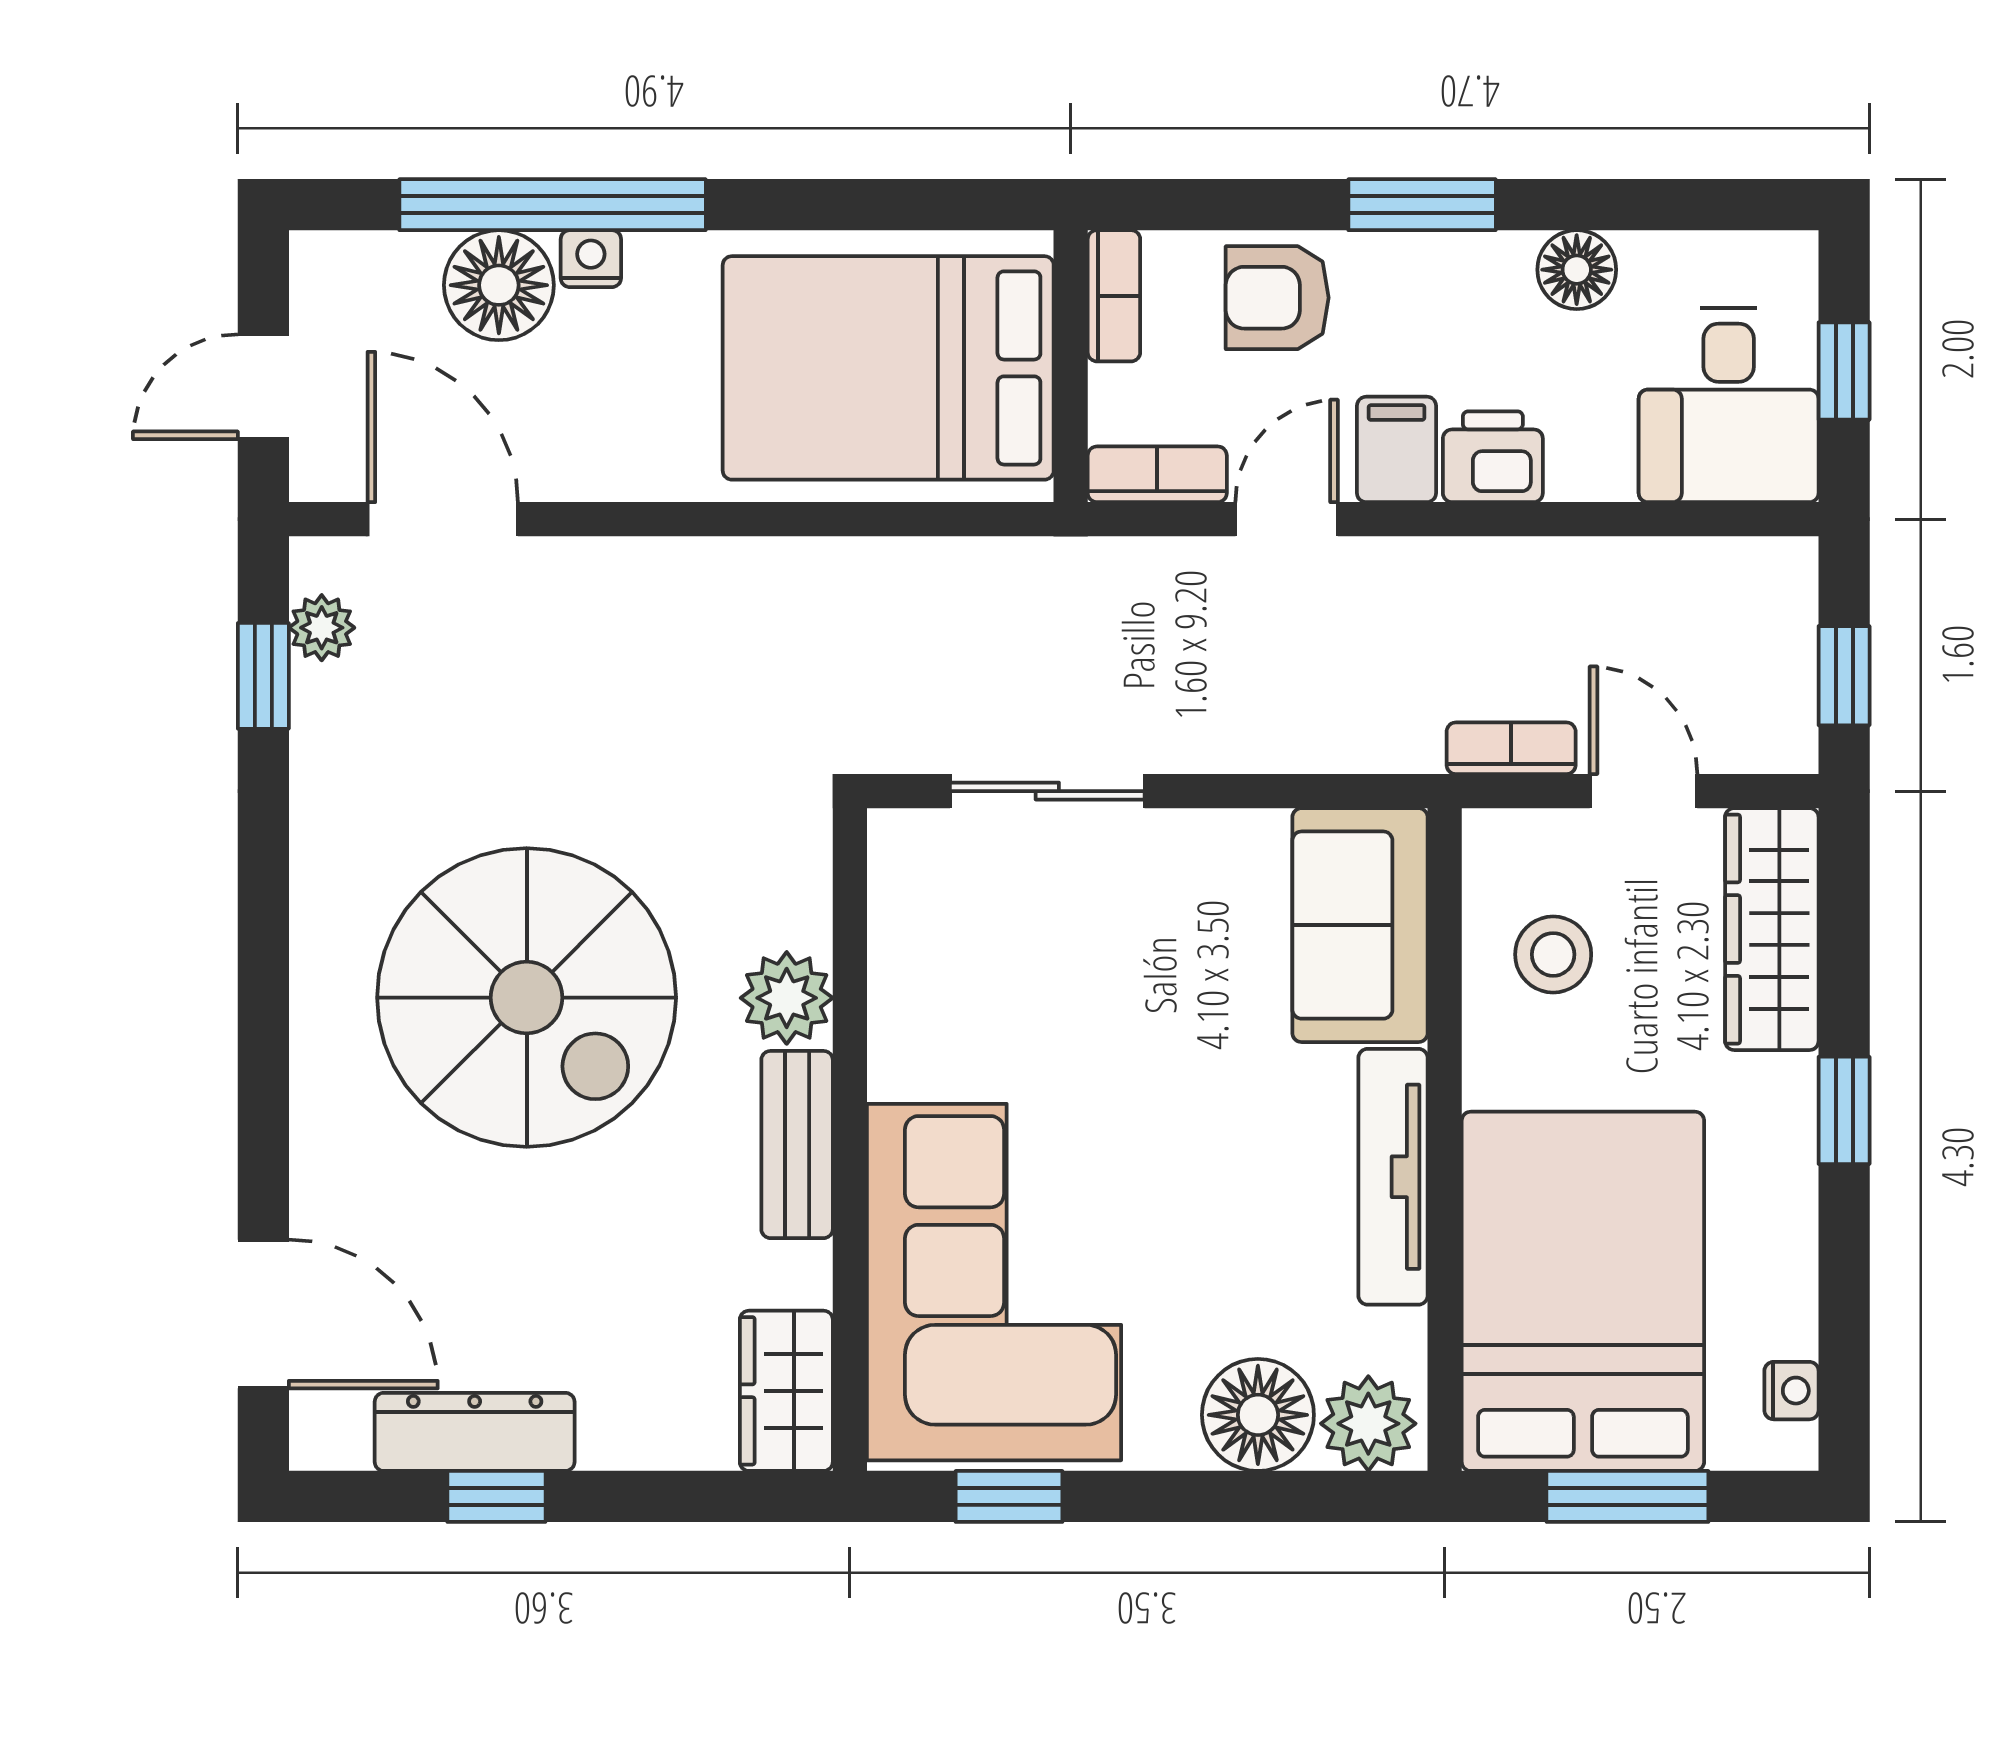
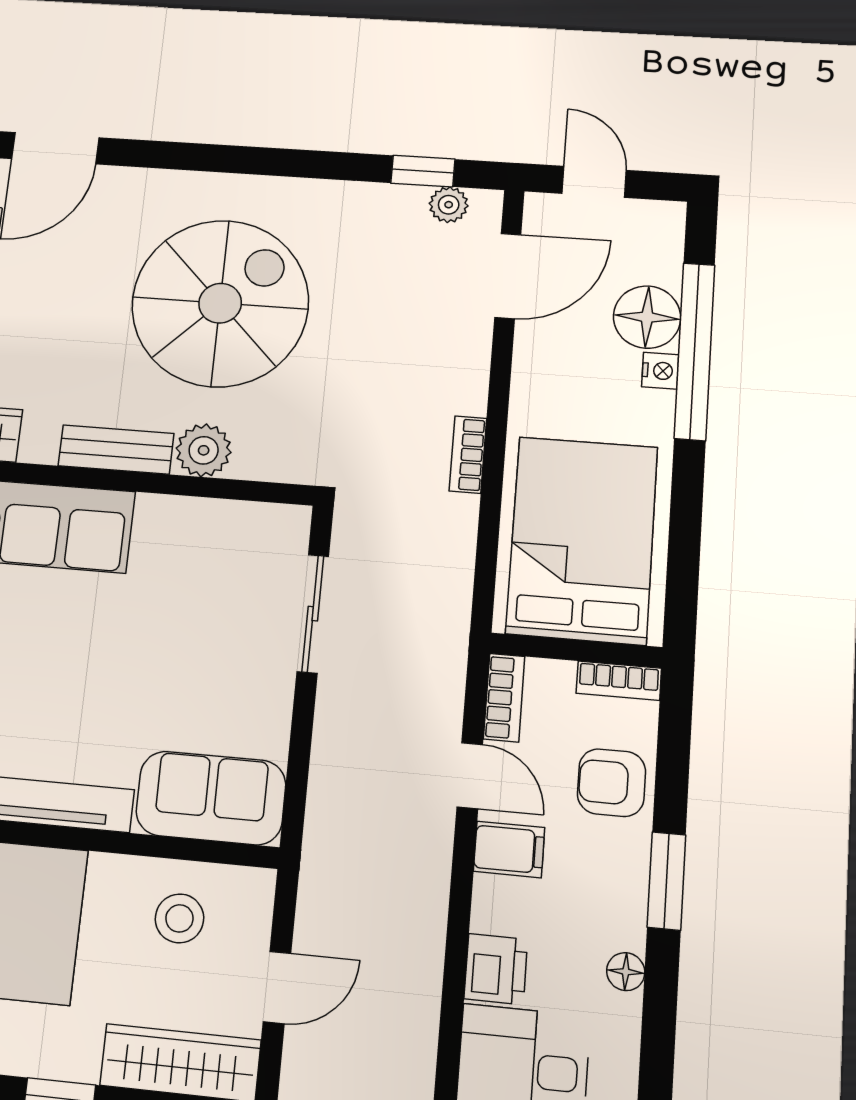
floor lamp: (1577, 270) -> (626, 972), width x0.73, depth x0.73
armchair: (1277, 298) -> (611, 783), turned -90
printer: (1493, 457) -> (496, 969), moved
bookcase: (1511, 748) -> (468, 455), moved, turned 180
spiral stairs: (527, 998) -> (220, 303), turned 180

